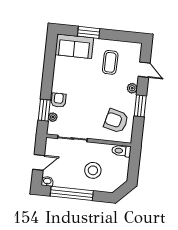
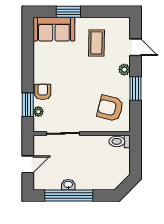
stool: (93, 170) -> (90, 167), removed
washbasin: (47, 181) -> (68, 185), moved

